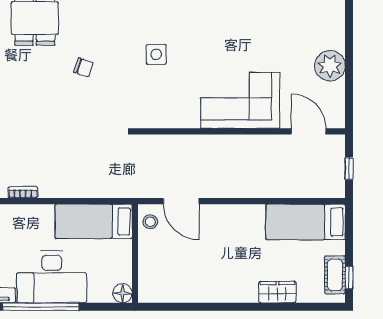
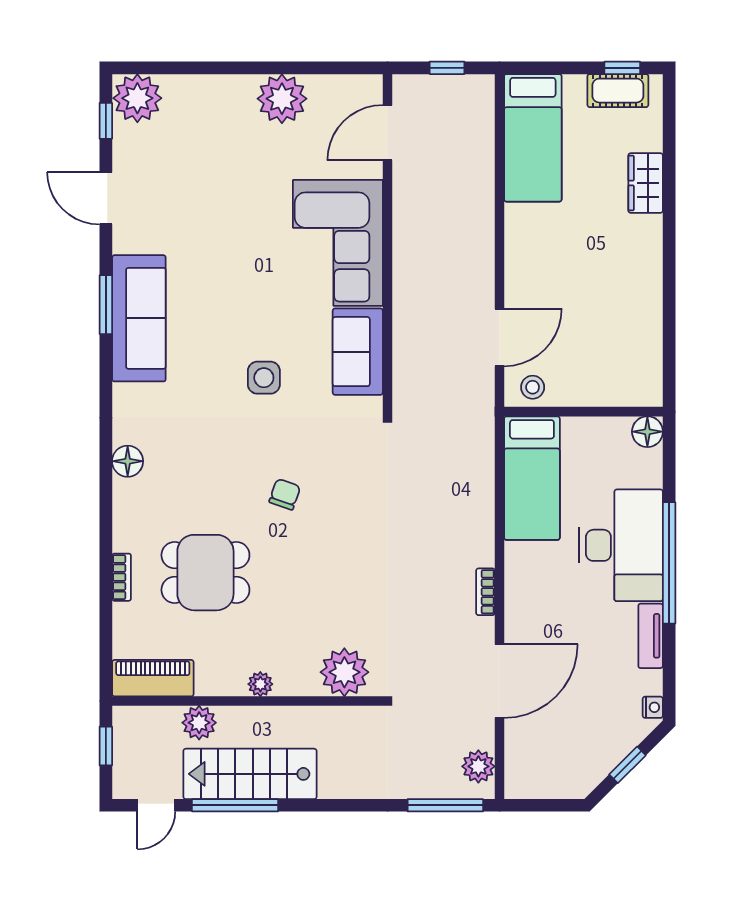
sofa: (172, 113) -> (358, 352), added

